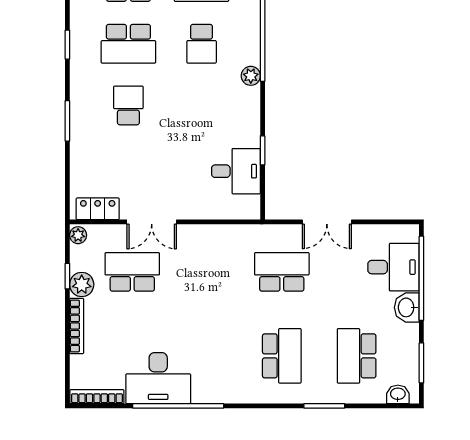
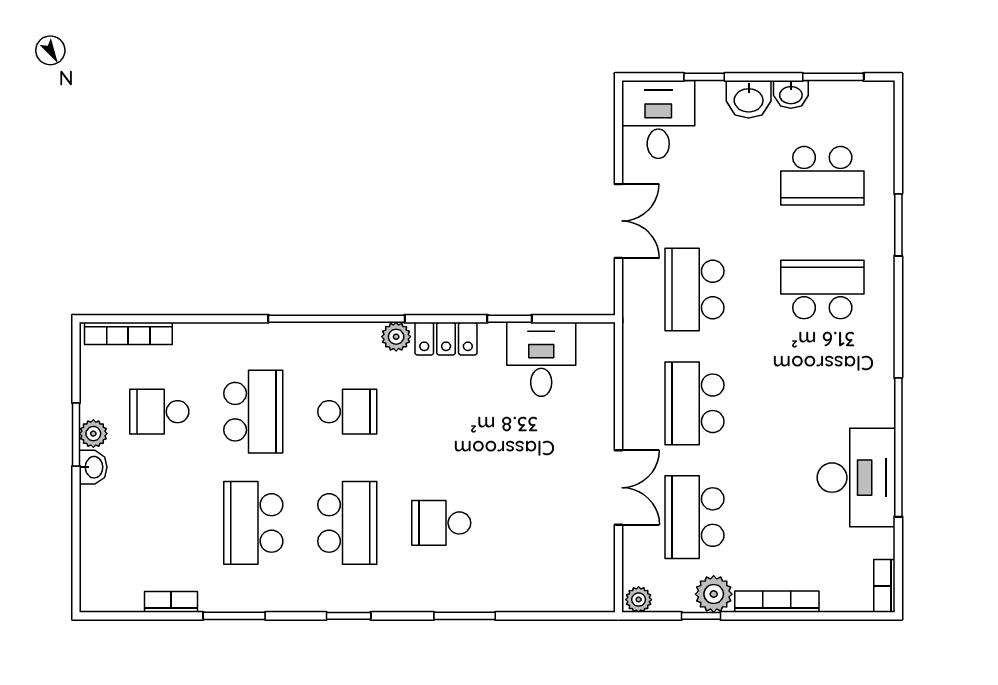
locker: (98, 209) -> (446, 339), moved, turned -90
desk: (393, 267) -> (658, 119), moved
school desk: (207, 272) -> (694, 403), added
window: (421, 278) -> (704, 77), width x0.32
washbasin: (398, 394) -> (791, 94), moved, turned -90
bookcase: (97, 397) -> (884, 586), width x0.64

